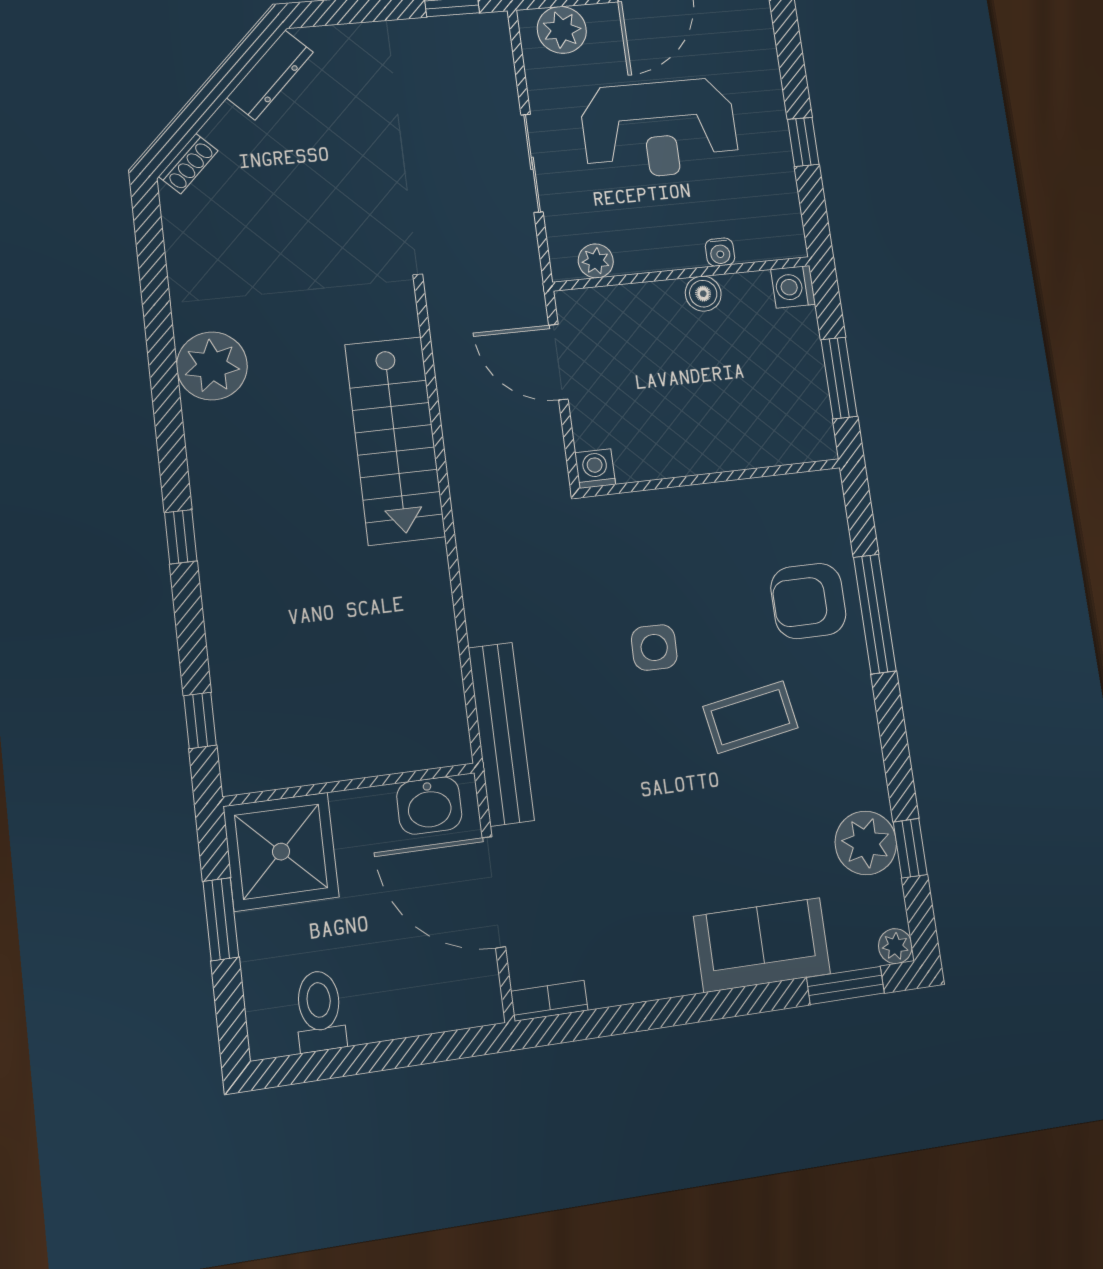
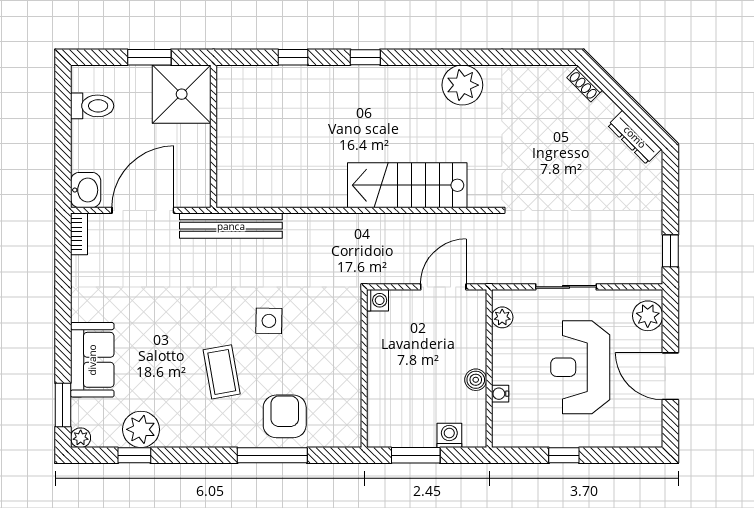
washing machine: (793, 287) -> (449, 435), moved
window: (200, 720) -> (293, 57), moved
washbasin: (429, 806) -> (86, 190), moved, turned 180

